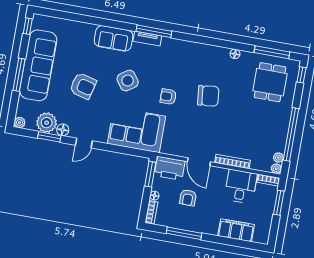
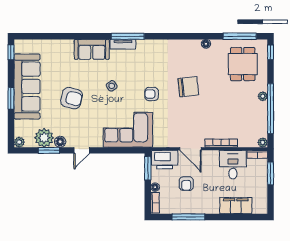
window: (19, 75) -> (11, 98), width x0.69
side table: (128, 81) -> (112, 86), width x0.54, depth x0.54
plant: (278, 158) -> (263, 96), moved

